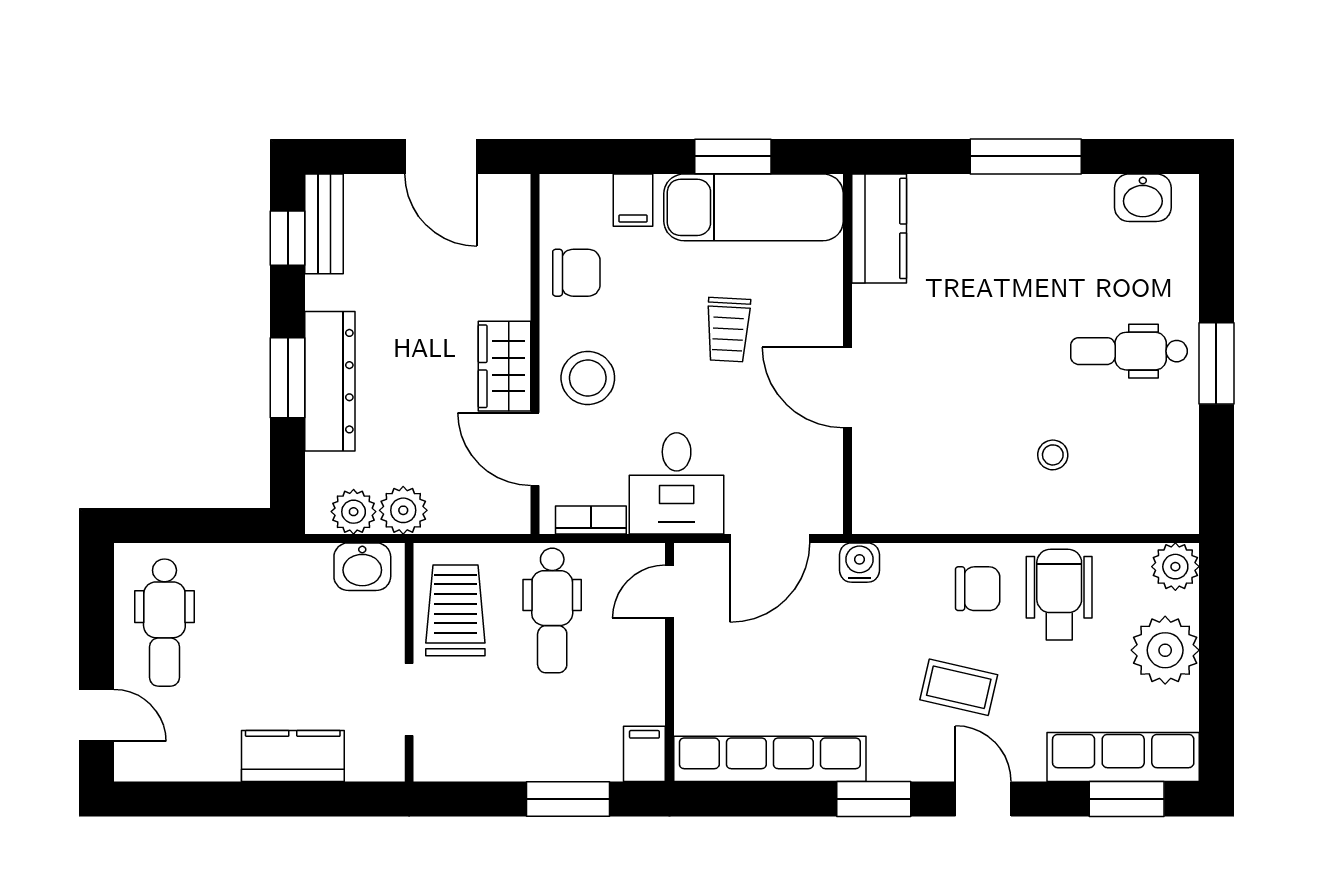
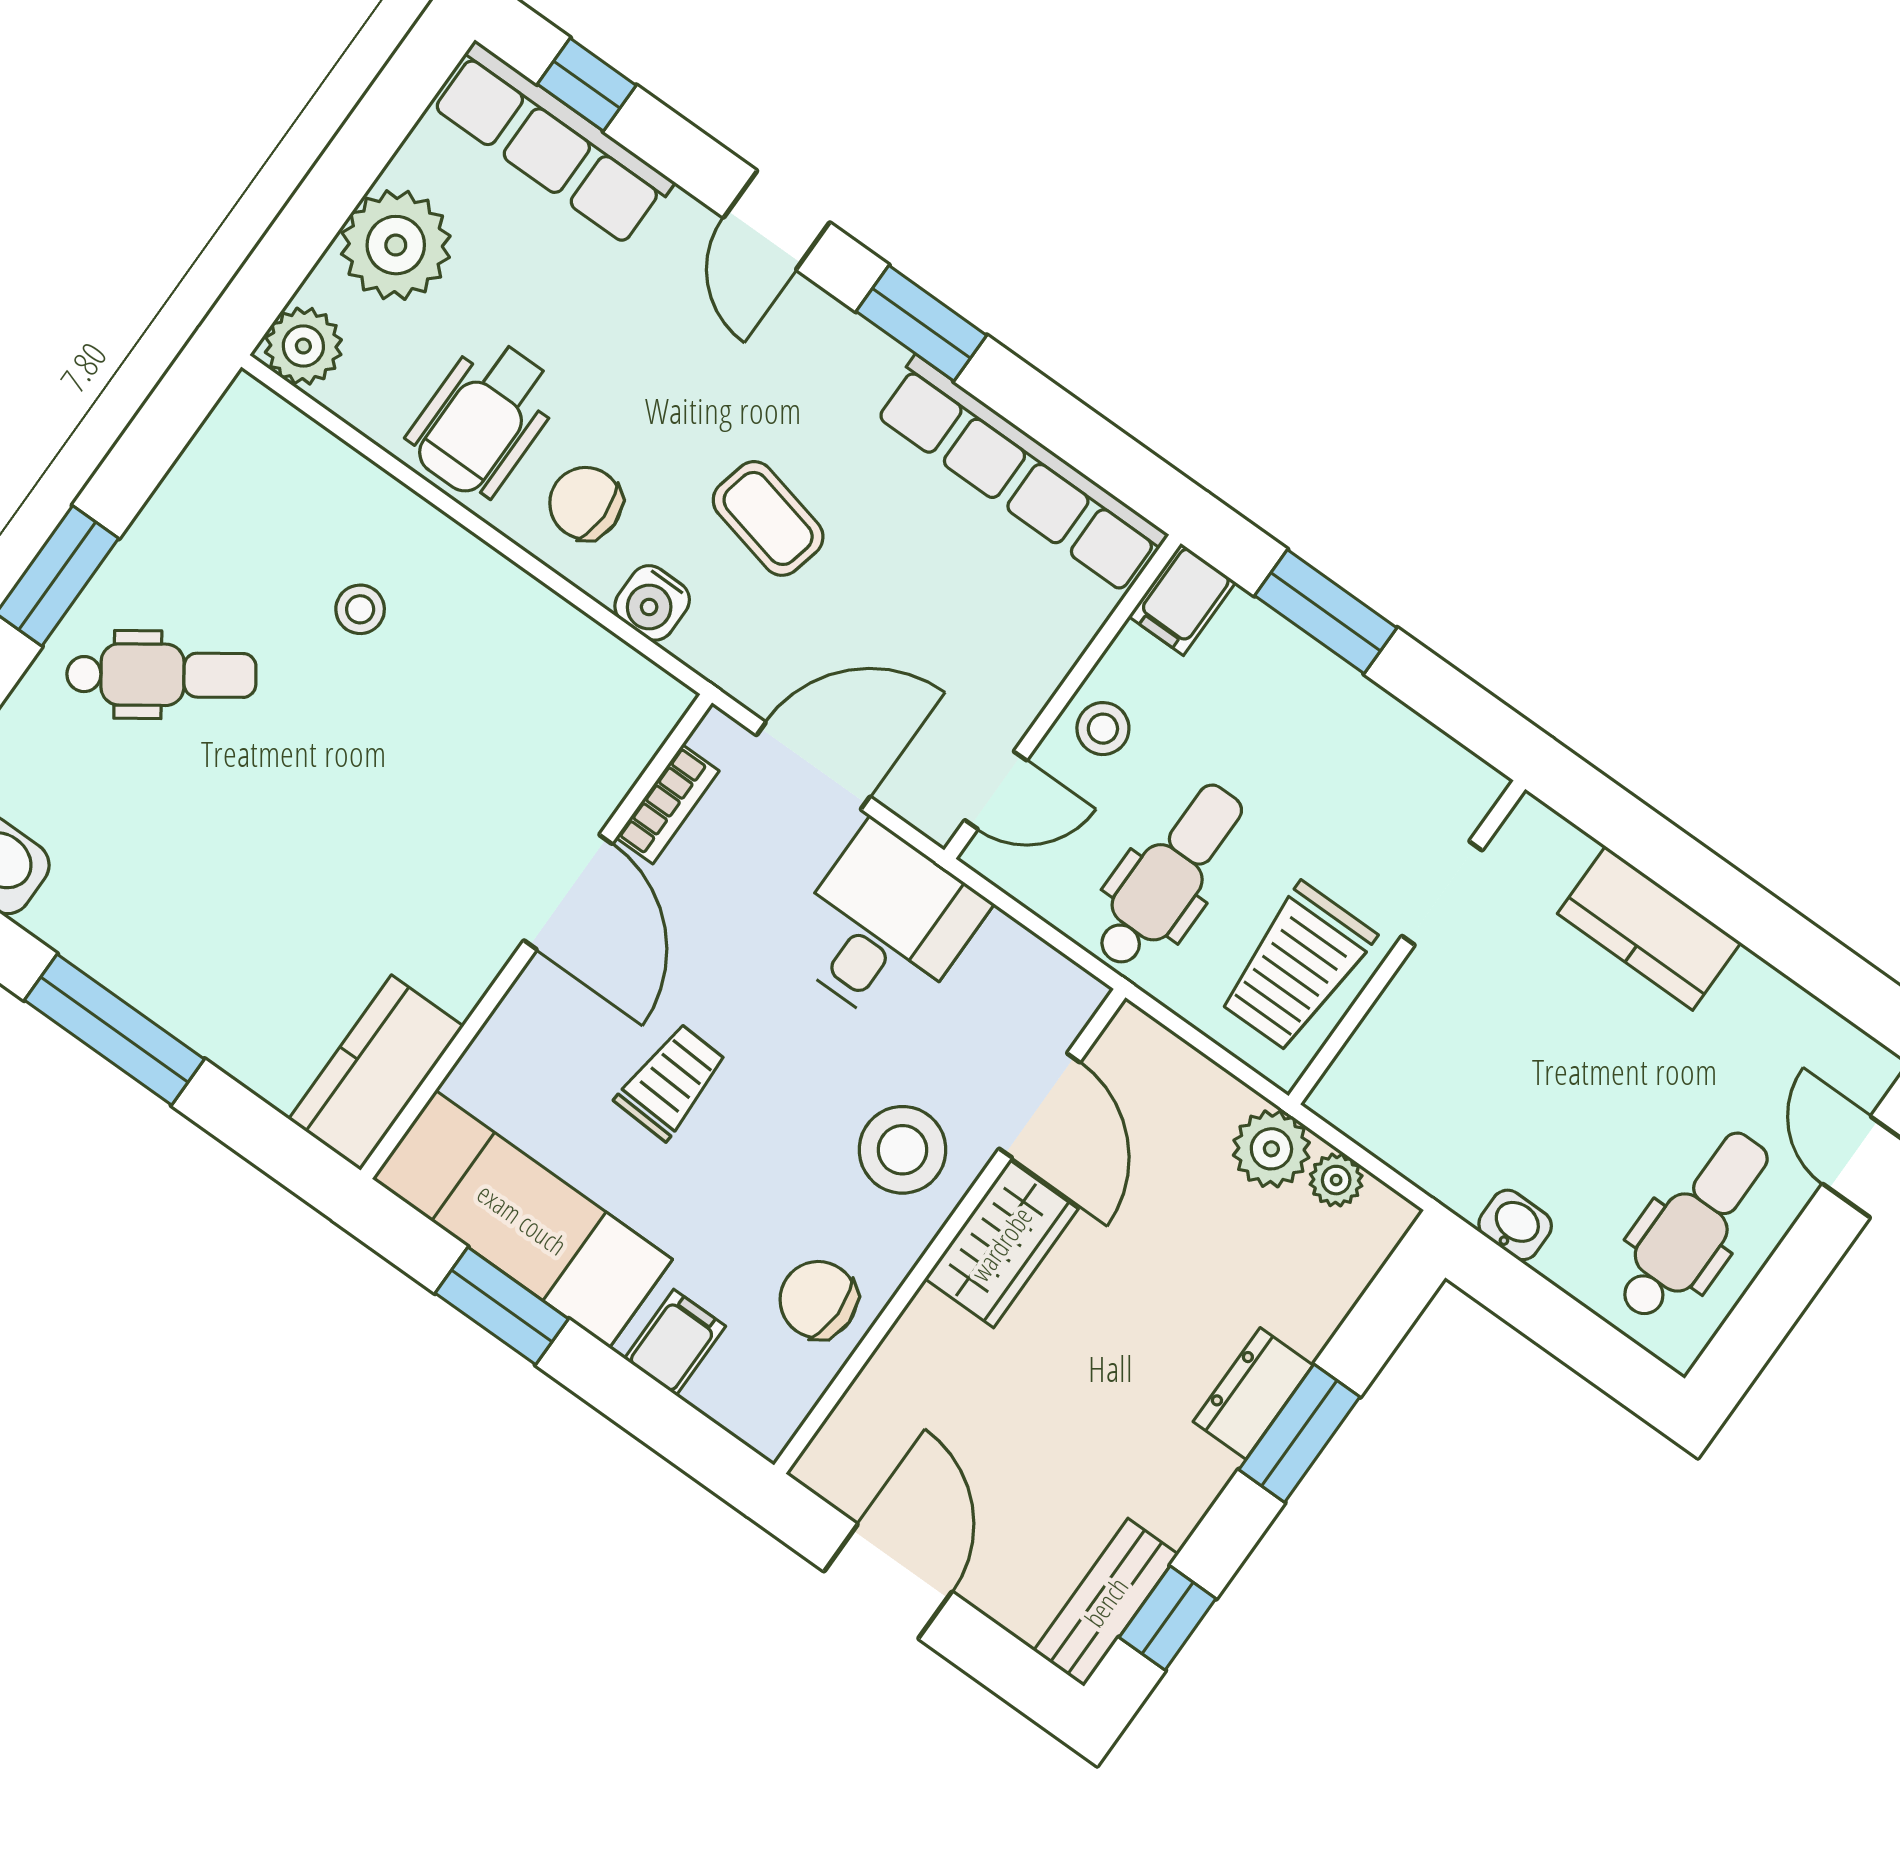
dental chair: (1129, 351) -> (161, 675), turned -35
dresser: (330, 381) -> (1253, 1393), width x0.51, depth x0.80
plant: (354, 512) -> (1336, 1180), width x0.73, depth x0.73
bookcase: (591, 520) -> (667, 804), moved, turned -90
water cooler: (859, 563) -> (652, 603), moved
washbasin: (362, 567) -> (1515, 1225), moved, width x0.72, depth x0.69
stool: (638, 661) -> (1103, 729), added
coffee table: (959, 687) -> (768, 518), moved
window: (1127, 799) -> (587, 85), width x0.67

